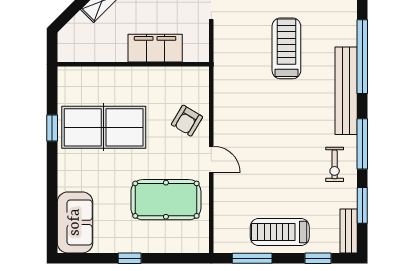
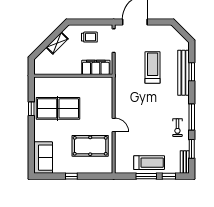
filing cabinet: (155, 48) -> (96, 67), moved
window: (362, 57) -> (192, 72), width x0.47
bench: (346, 91) -> (183, 73), moved
armchair: (187, 121) -> (101, 105), removed
treadmill: (280, 232) -> (149, 163), turned 180
window: (252, 258) -> (146, 176), moved

